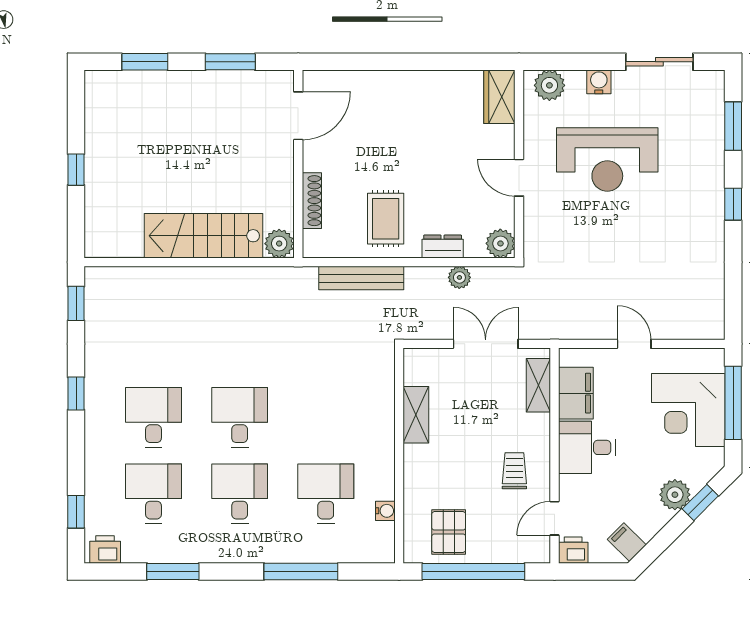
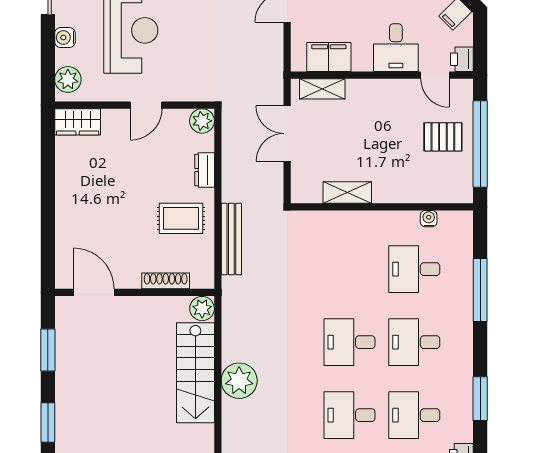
plant: (459, 277) -> (239, 381), moved, width x1.87, depth x1.87
desk: (587, 447) -> (396, 48), moved
trolley: (514, 471) -> (395, 109), removed
pallet: (449, 532) -> (443, 137), moved

